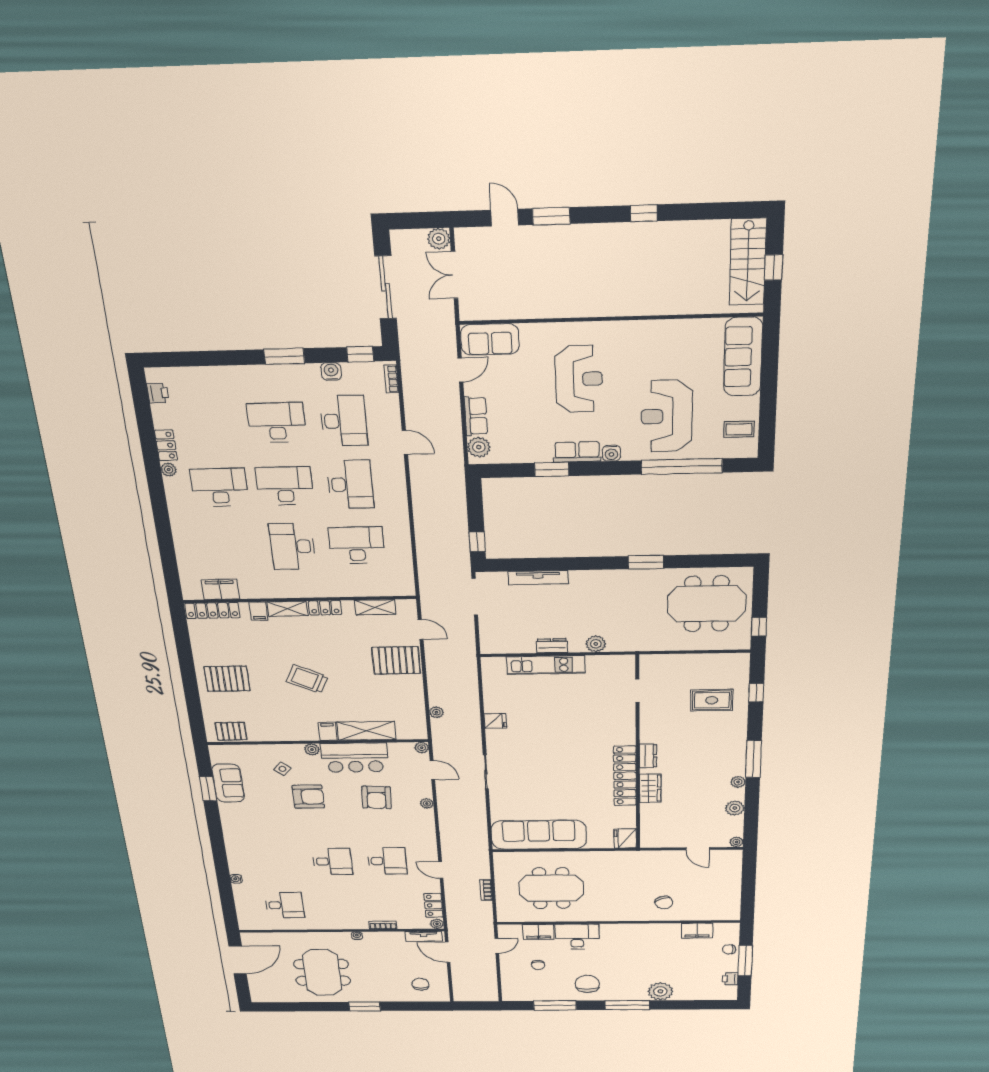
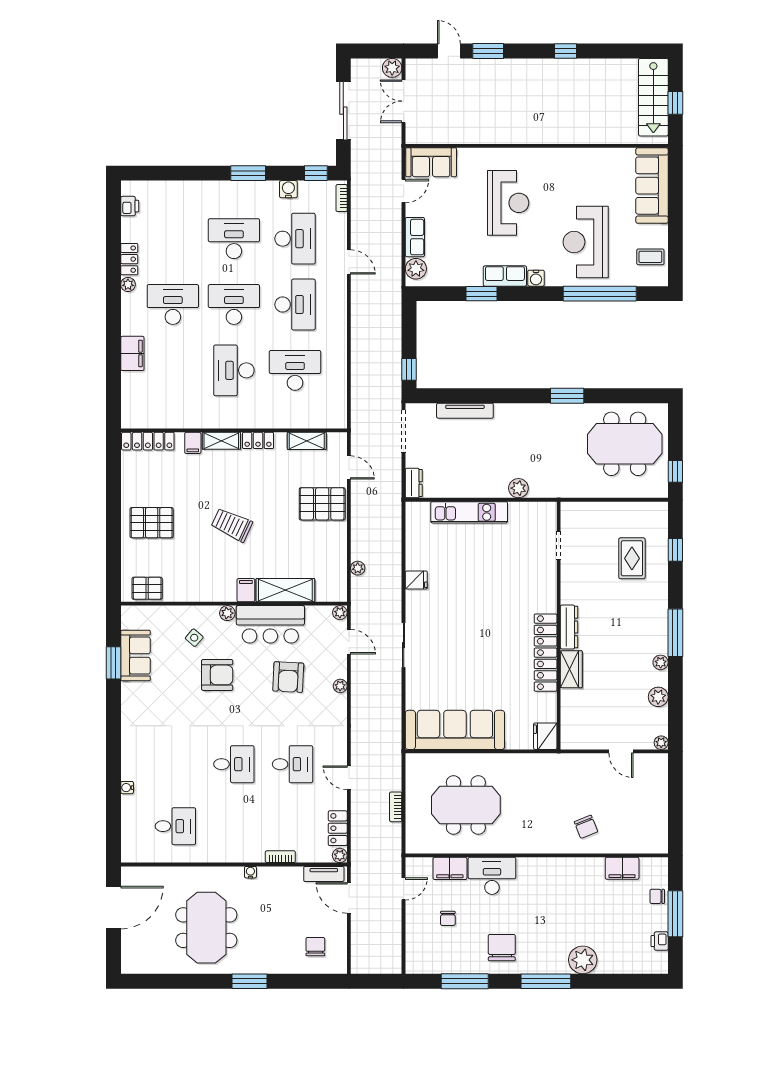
filing cabinet: (220, 589) -> (132, 353), moved, turned 90
dresser: (552, 646) -> (414, 483), moved, turned 90
rug: (712, 700) -> (632, 558), turned 90
dresser: (648, 756) -> (569, 627), width x1.44

